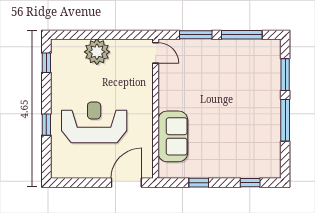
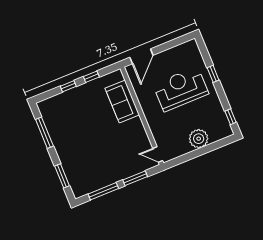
window: (285, 120) -> (44, 133), moved
reception desk: (94, 122) -> (181, 89), turned 180
window: (250, 183) -> (68, 86), moved

